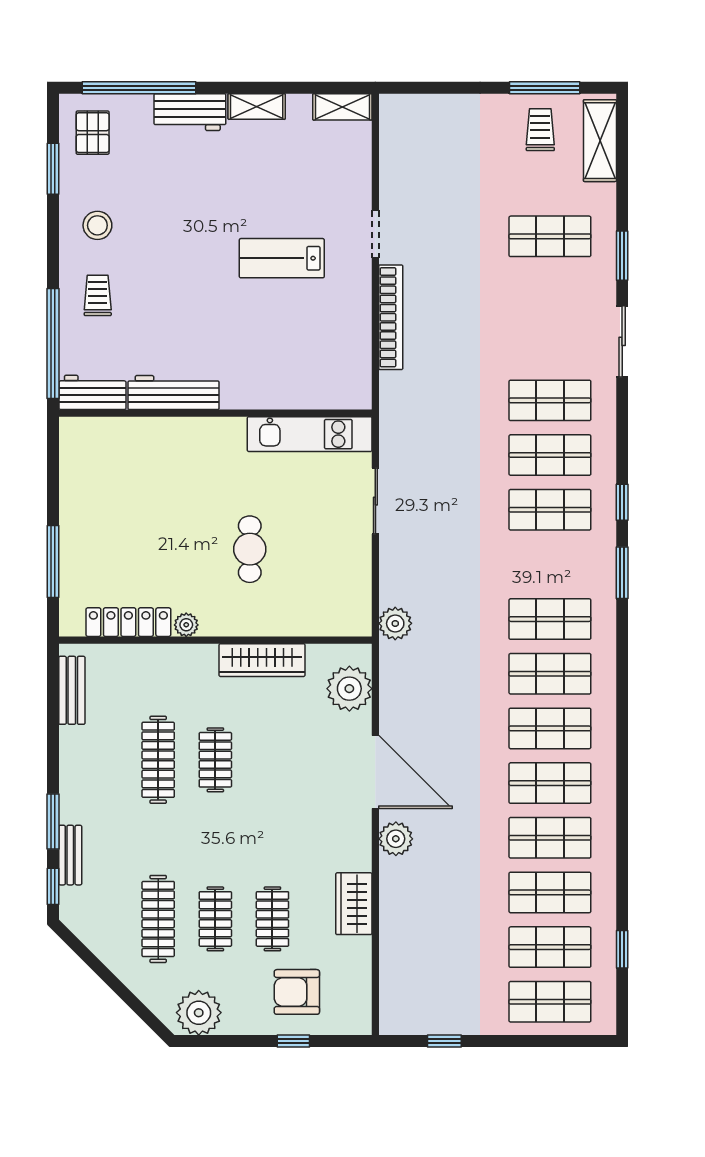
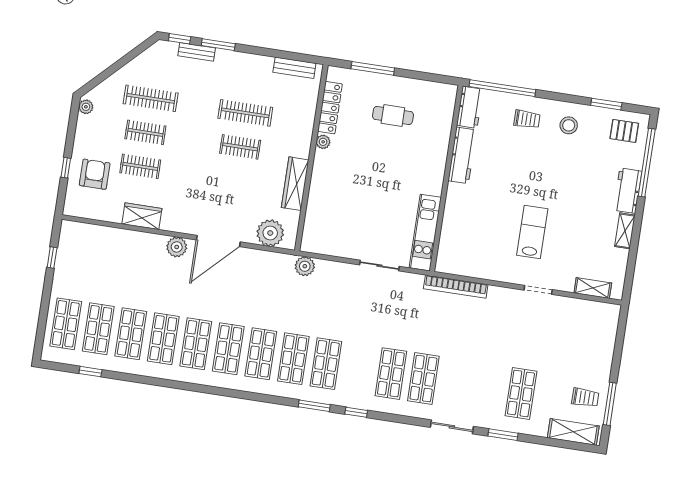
shelving: (342, 107) -> (593, 288), moved, turned 90
bookcase: (391, 317) -> (456, 287), moved
shop shelf: (550, 510) -> (326, 364), moved
cafe table: (250, 549) -> (393, 115), moved
plant: (199, 1013) -> (86, 107), width x0.53, depth x0.53

